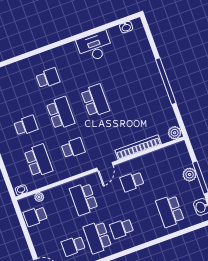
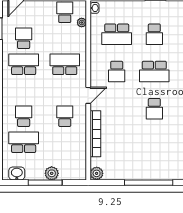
school desk: (95, 101) -> (154, 109), width x0.54
door: (105, 167) -> (88, 95), swing flipped
school desk: (122, 228) -> (24, 116), moved

